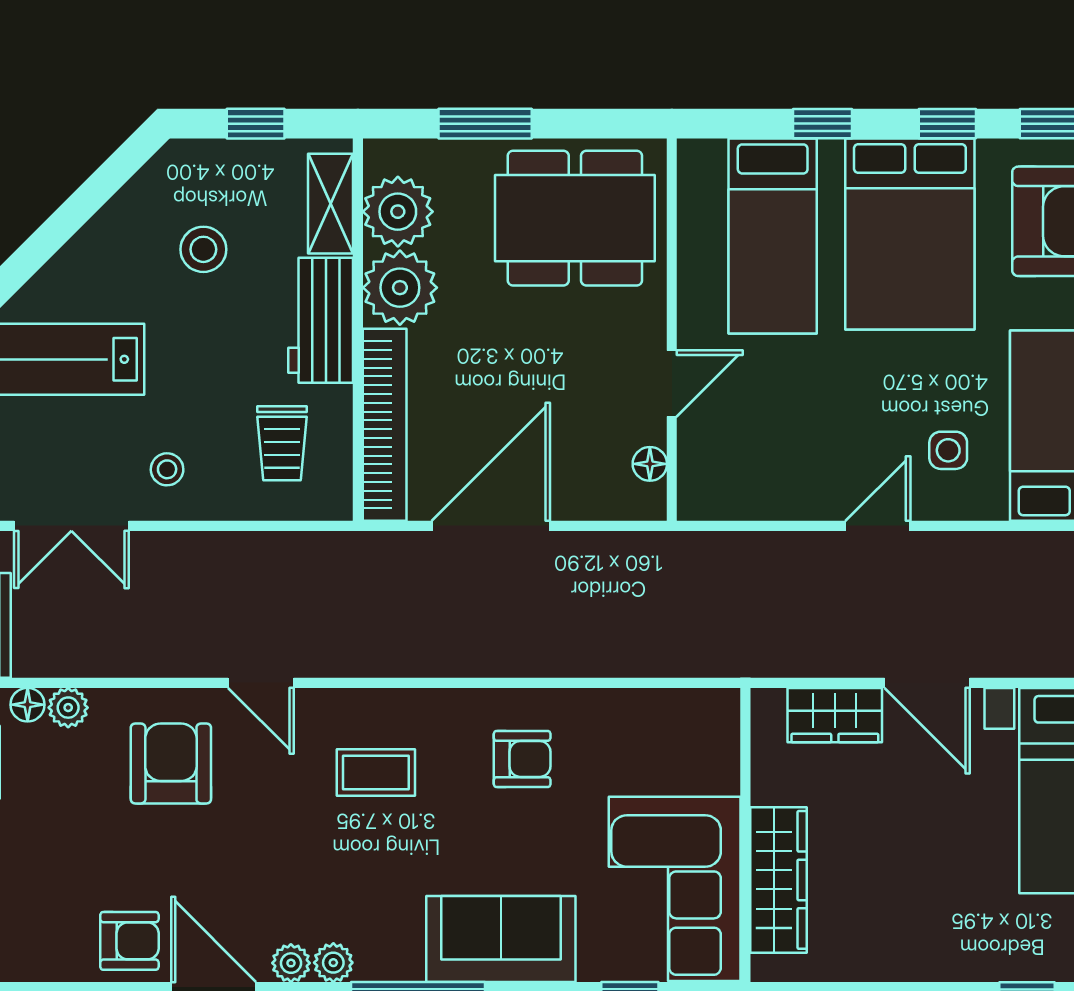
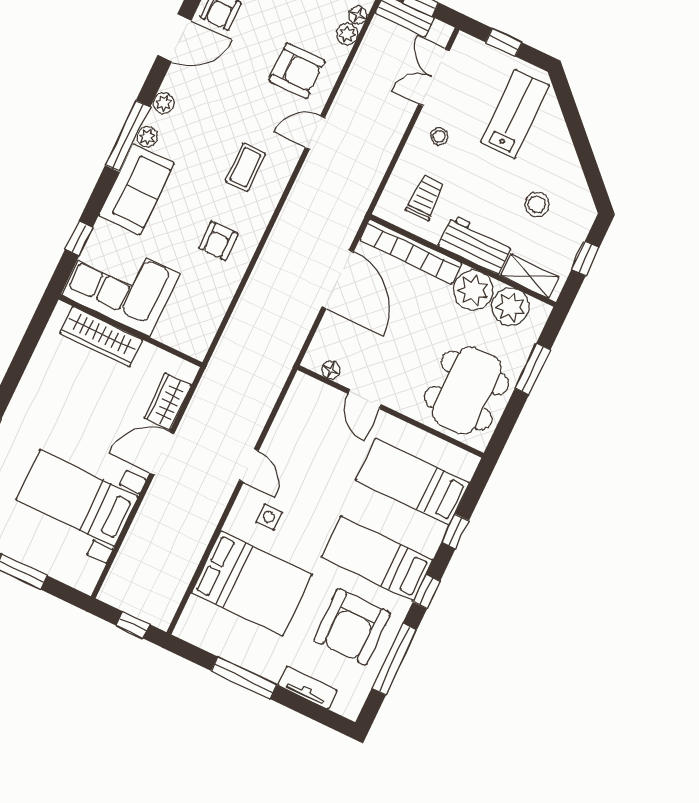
bed: (910, 234) -> (377, 559), width x0.67
trolley: (282, 443) -> (425, 198), turned 90
plant: (291, 963) -> (147, 137), moved

